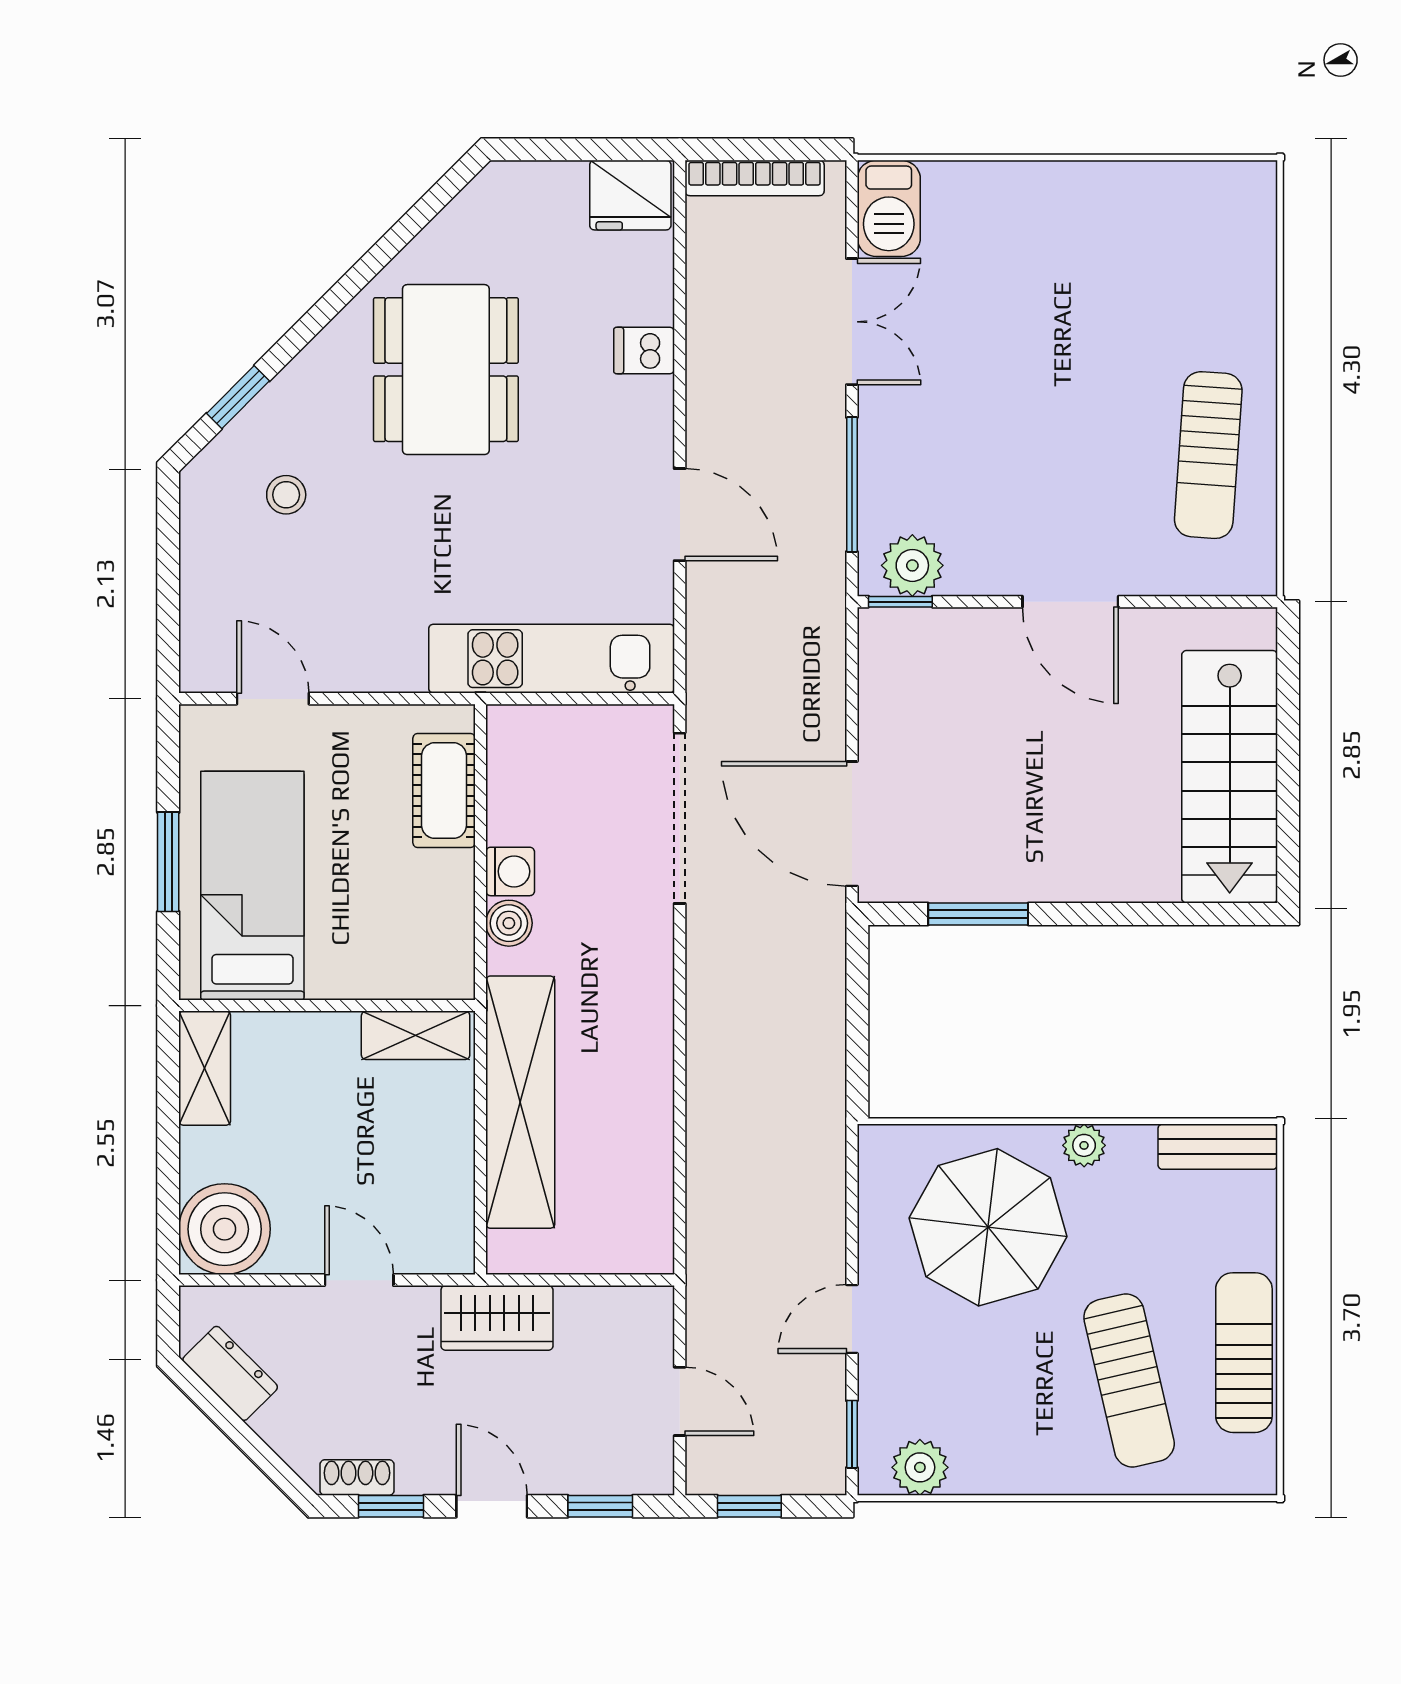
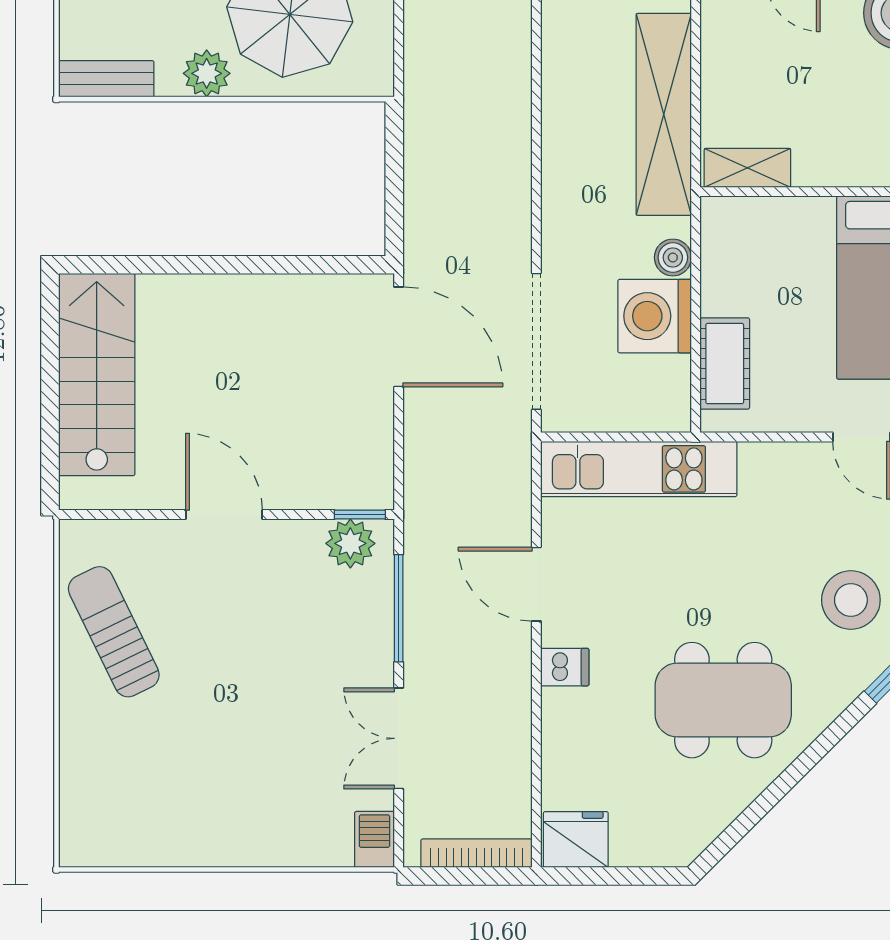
barbecue: (889, 208) -> (374, 839), width x0.73, depth x0.79
dishwasher: (644, 350) -> (565, 667), moved
dining table: (446, 370) -> (723, 700), turned 90
sun lounger: (1208, 455) -> (114, 632), turned -30
stool: (286, 495) -> (851, 600), width x1.89, depth x1.89
washing machine: (510, 871) -> (655, 316), width x1.89, depth x1.89
window: (978, 914) -> (298, 265), removed
plant: (1084, 1145) -> (207, 73), width x1.38, depth x1.38

